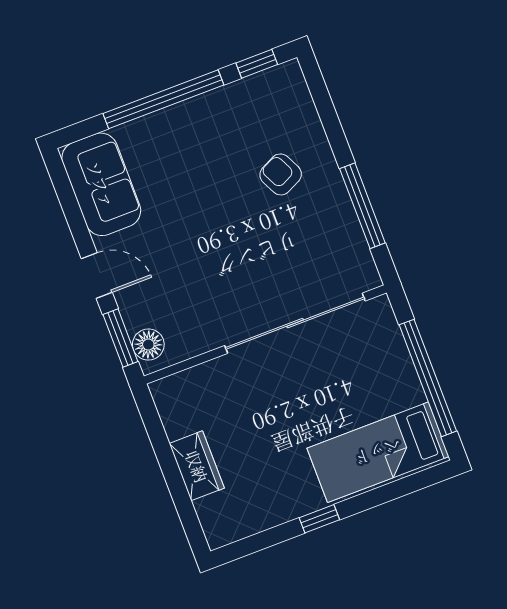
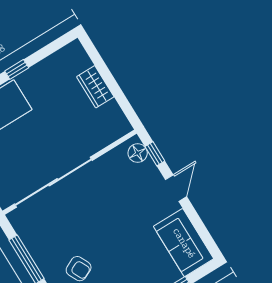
door: (97, 275) -> (176, 188), swing flipped
window: (120, 338) -> (155, 154), width x0.67

